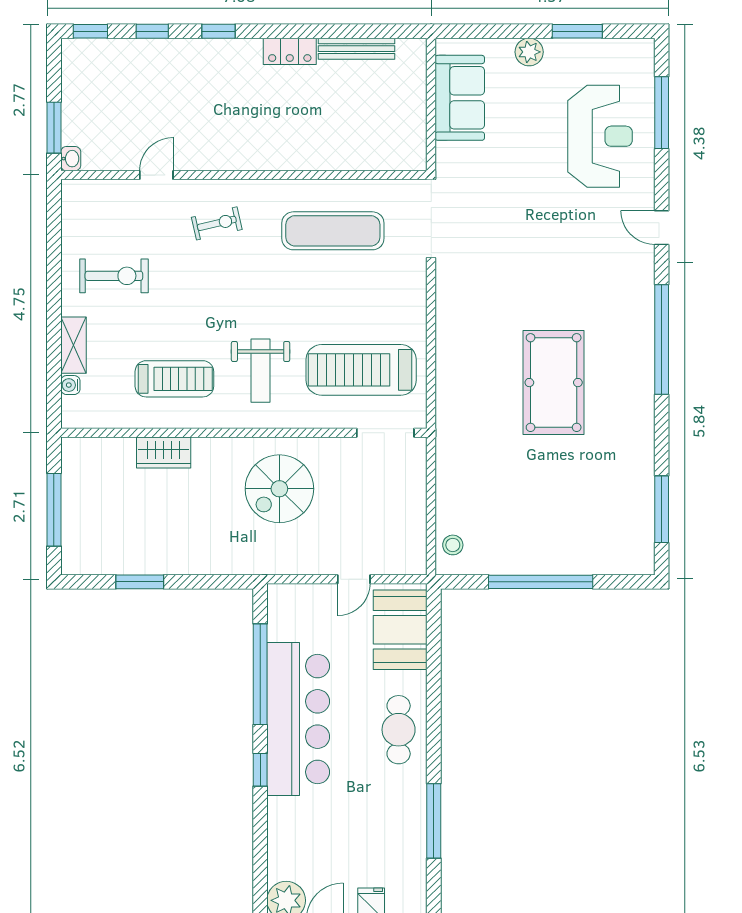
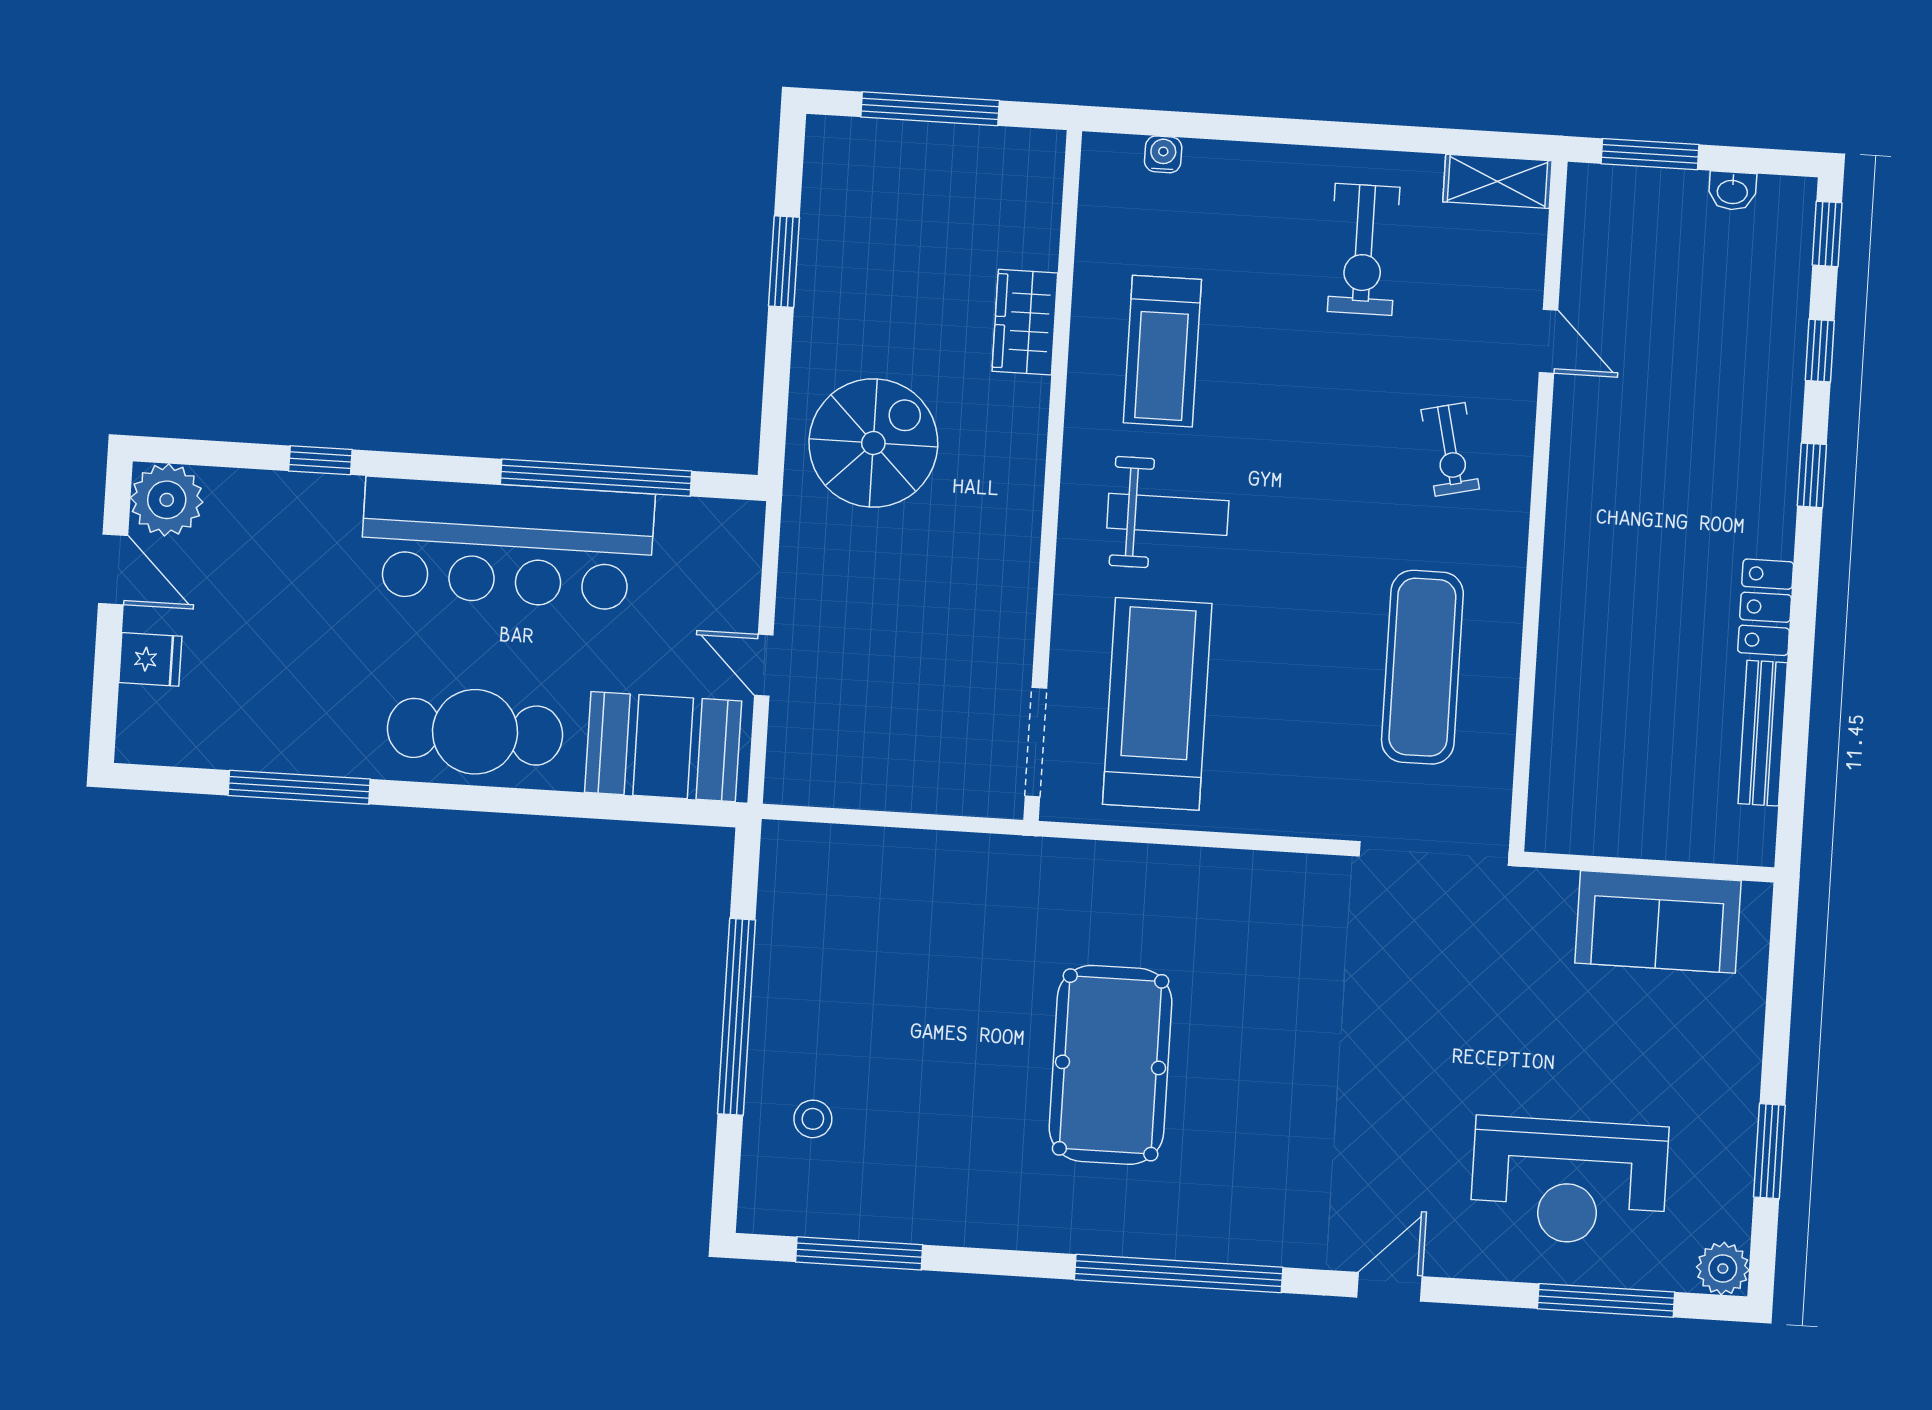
plant: (529, 52) -> (1723, 1269), moved
washbasin: (71, 159) -> (1732, 191), moved
shelving: (73, 345) -> (1498, 181), moved
weight bench: (261, 371) -> (1168, 514), turned 180
pool table: (554, 383) -> (1111, 1065), turned 90
spiral stairs: (279, 489) -> (873, 443), moved, turned 90
stool: (453, 545) -> (813, 1119), moved
cafe table: (399, 730) -> (475, 732), width x1.37, depth x1.35
window: (260, 770) -> (320, 460), moved

